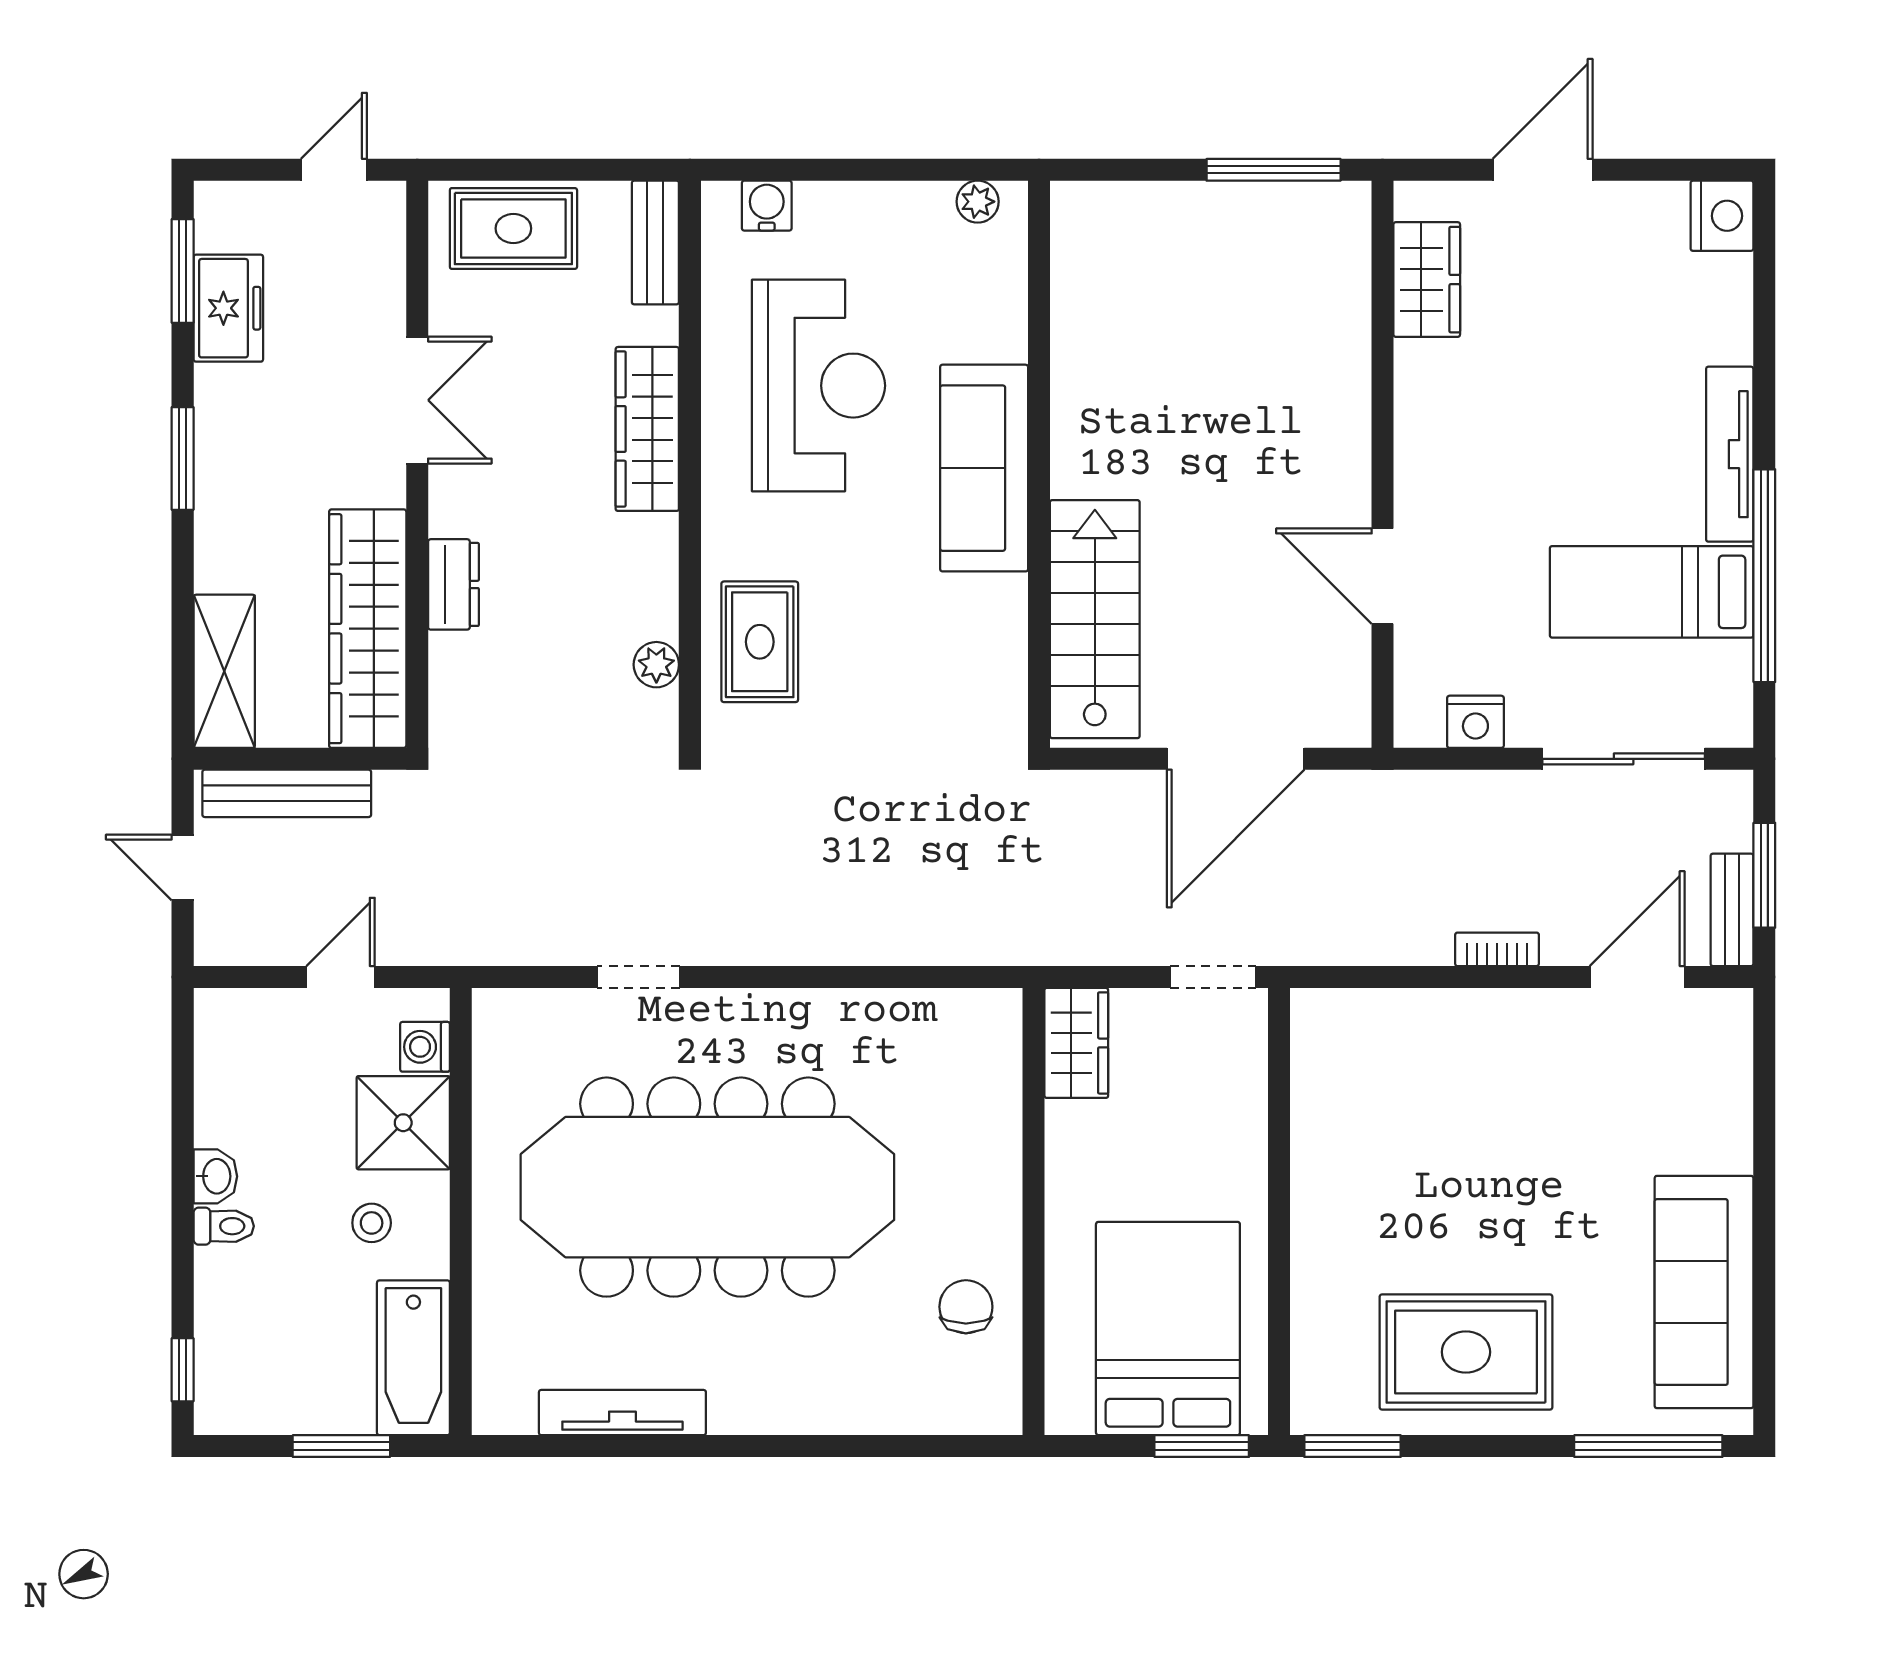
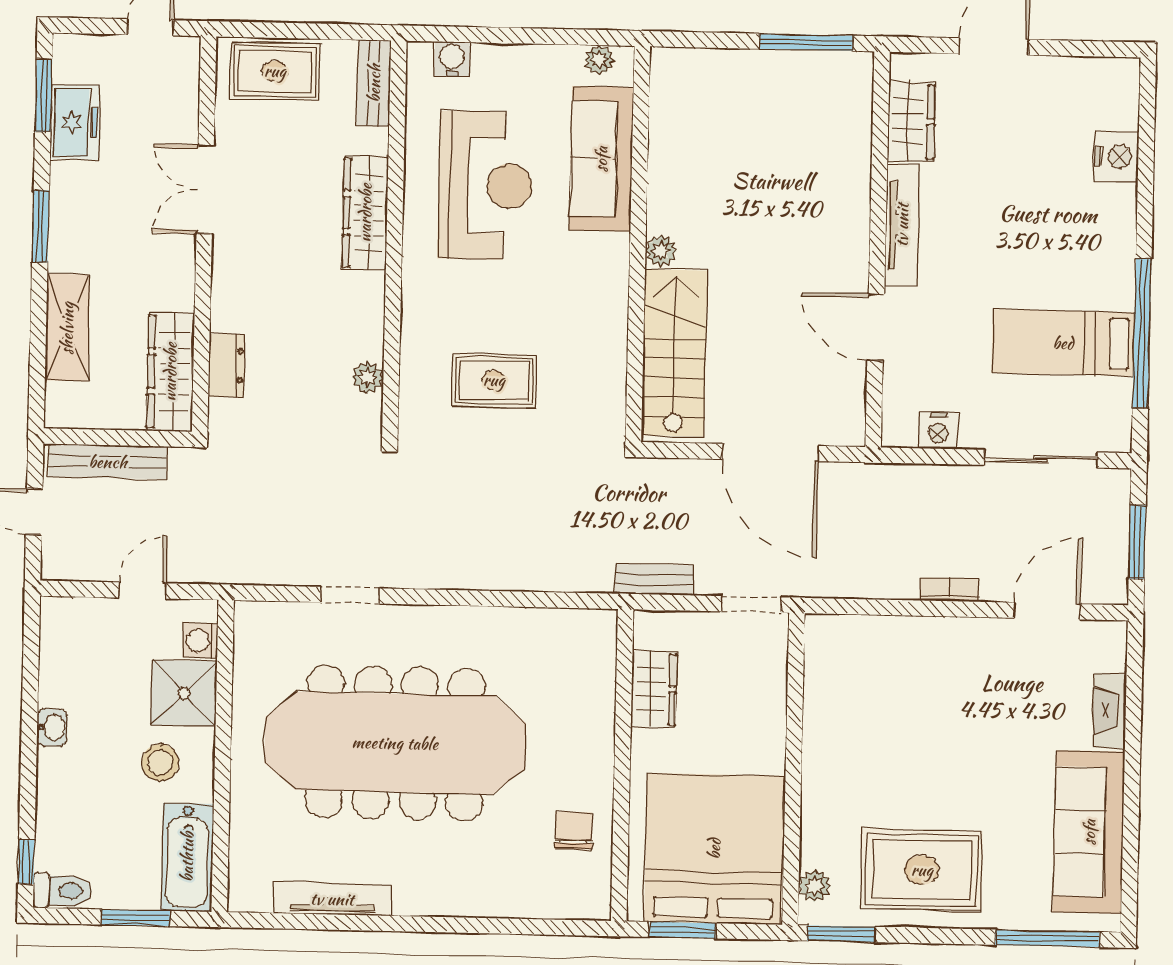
nightstand: (1722, 216) -> (1116, 157), moved
double door: (417, 400) -> (205, 189), swing flipped
tv unit: (1730, 454) -> (902, 225), moved, turned 180
sofa: (984, 468) -> (601, 159), moved
plant: (1072, 473) -> (661, 251), added
dresser: (453, 584) -> (226, 365), moved
wardrobe: (368, 629) -> (170, 372), width x0.71, depth x0.85
rug: (760, 642) -> (494, 380), moved, turned 90
shelving: (224, 671) -> (67, 328), moved
door: (1236, 759) -> (770, 453), hinge flipped
bench: (1732, 910) -> (654, 580), moved, turned 90
wardrobe: (1076, 1043) -> (654, 689), moved
fireplace: (1730, 1118) -> (1110, 711), added
stool: (372, 1223) -> (160, 763), width x1.37, depth x1.37
toilet: (224, 1226) -> (62, 891), moved, width x1.37, depth x1.39
bed: (1168, 1328) -> (714, 849), width x1.36
plant: (1313, 1378) -> (814, 886), added
window: (1202, 1446) -> (683, 930), moved

